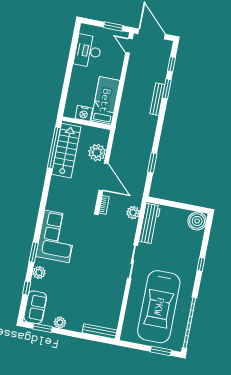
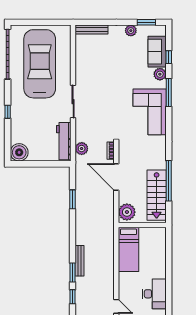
nightstand: (84, 113) -> (147, 234), removed
window: (54, 148) -> (169, 181), moved
plant: (97, 153) -> (127, 212), moved
window: (34, 252) -> (169, 92), width x1.44
sofa: (35, 307) -> (157, 52), moved
window: (161, 351) -> (30, 22), removed

